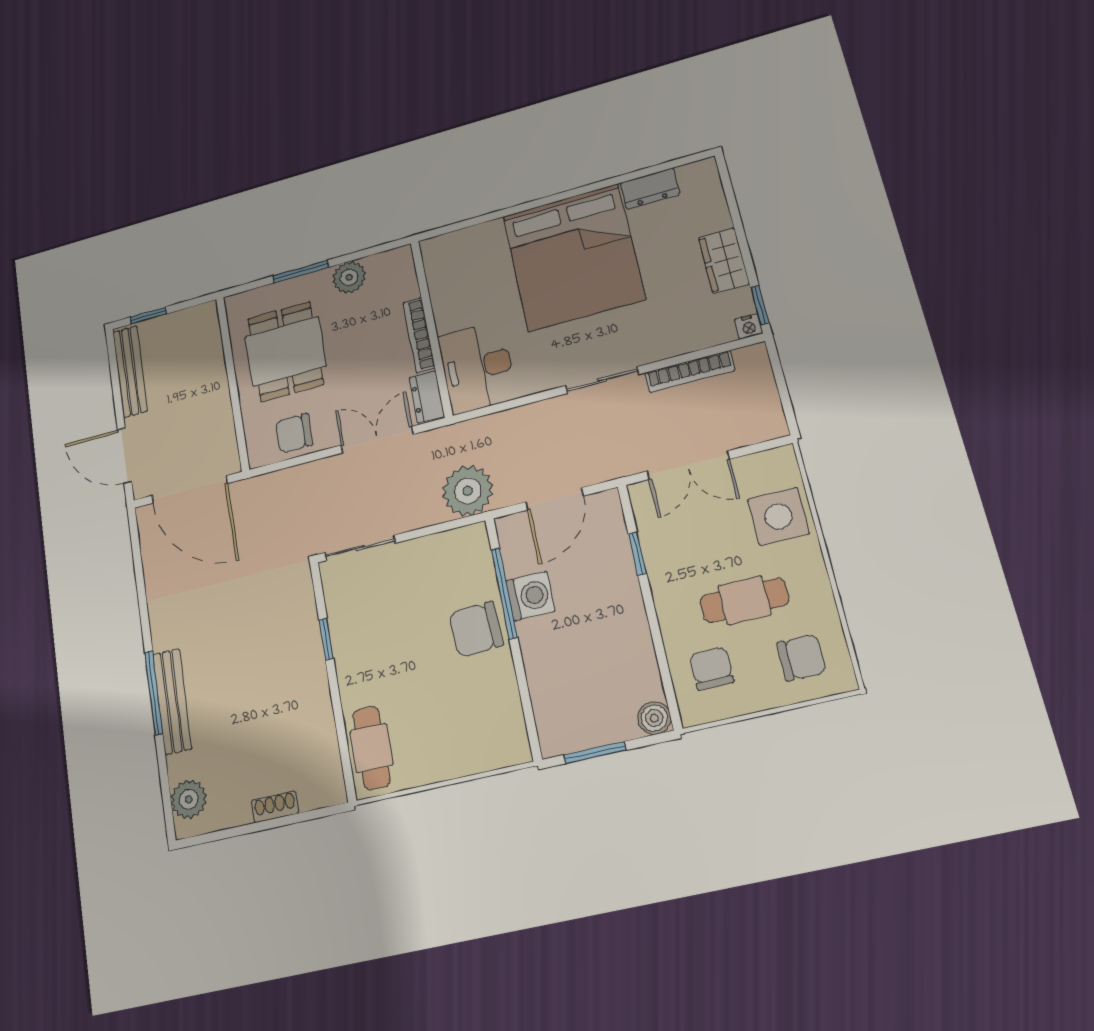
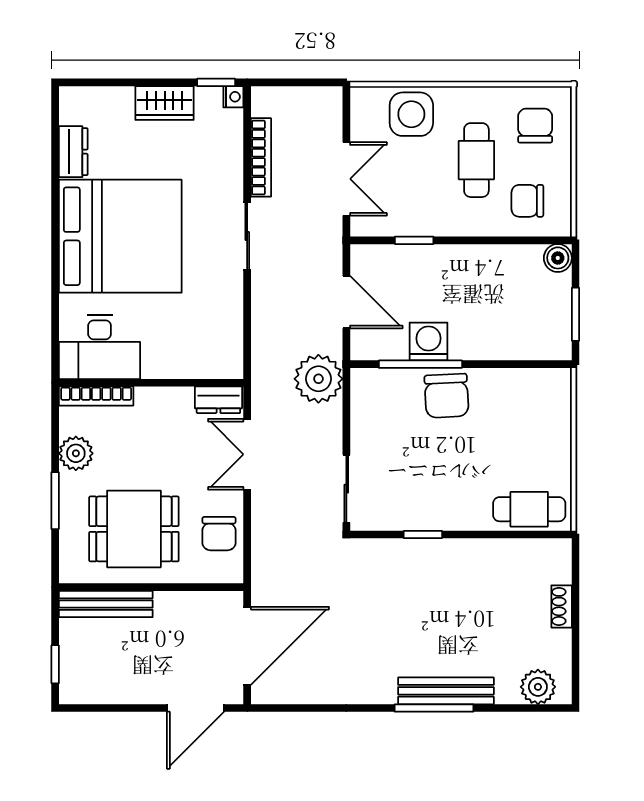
bookcase: (419, 335) -> (96, 396), moved
desk: (477, 367) -> (100, 347), moved
bench: (130, 371) -> (106, 604), moved

